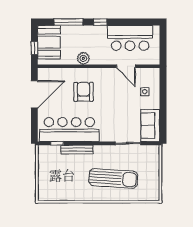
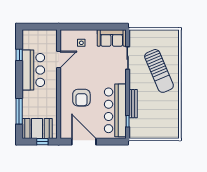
window: (100, 22) -> (19, 55), moved
bar counter: (130, 38) -> (33, 70), moved
plant: (83, 58) -> (52, 98), removed
armchair: (83, 92) -> (81, 98), turned -90
sun lounger: (113, 178) -> (159, 71), turned 153

